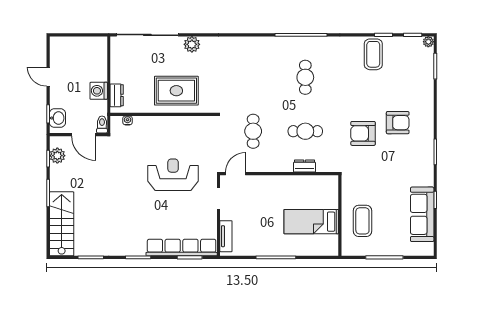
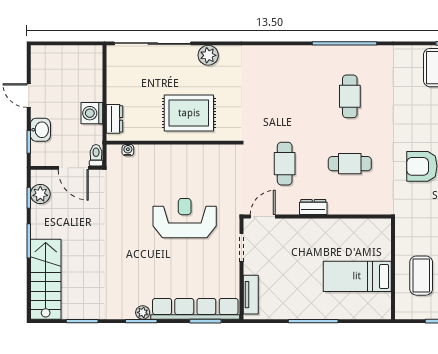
washbasin: (57, 118) -> (40, 130), moved
dresser: (305, 166) -> (313, 207), moved
plant: (139, 250) -> (143, 312), added

